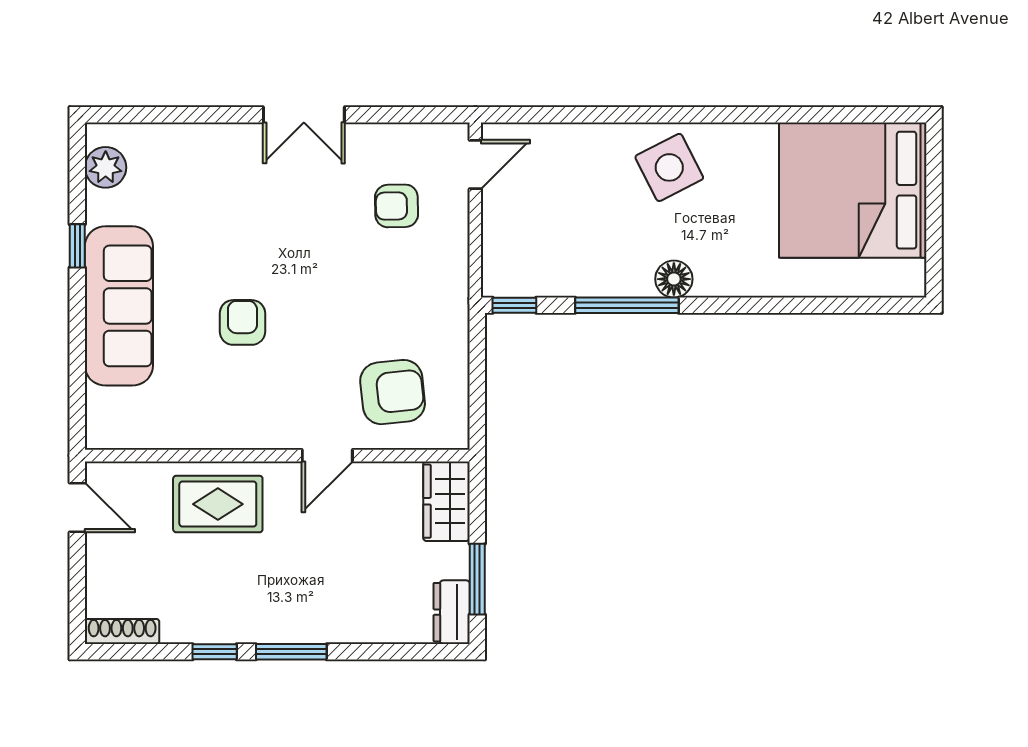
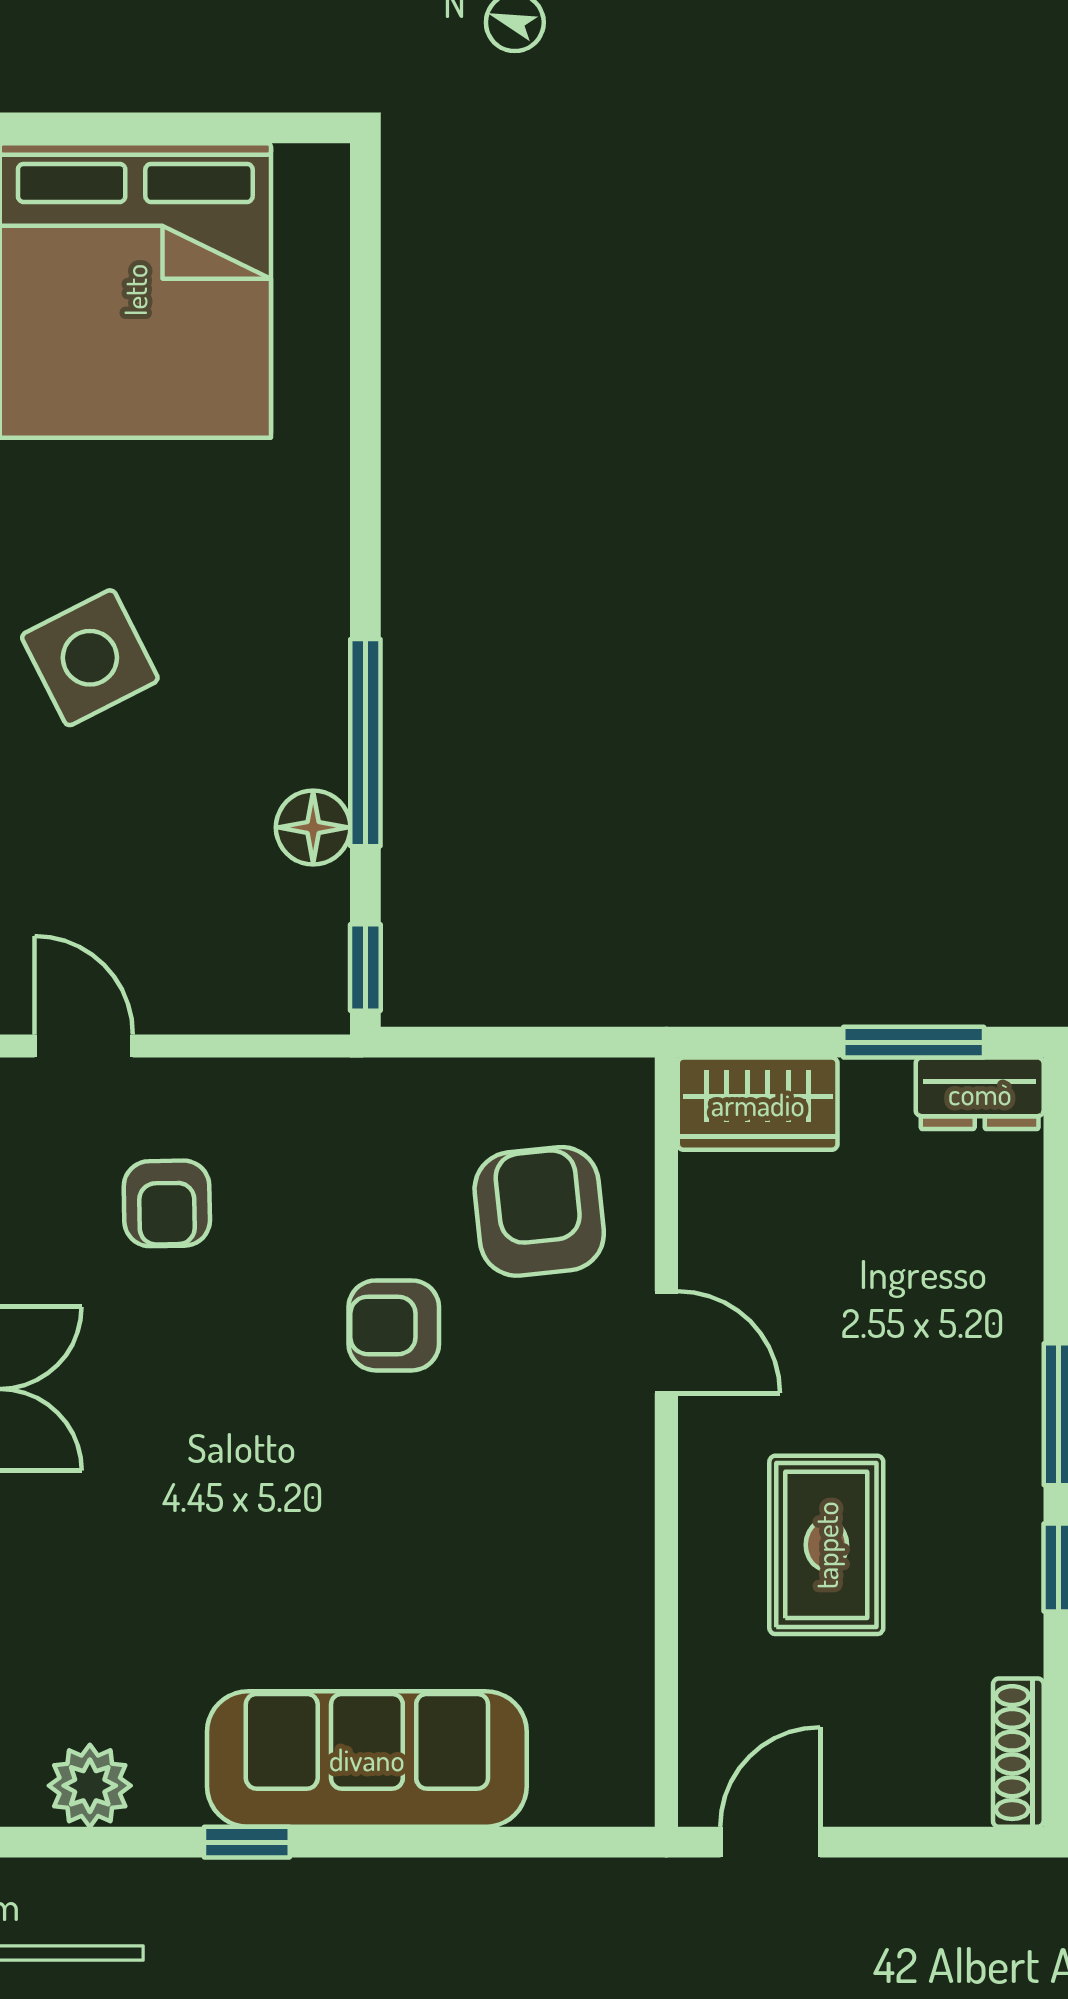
floor lamp: (674, 279) -> (313, 827), moved
armchair: (242, 322) -> (394, 1325), moved
rug: (218, 504) -> (826, 1545), moved

